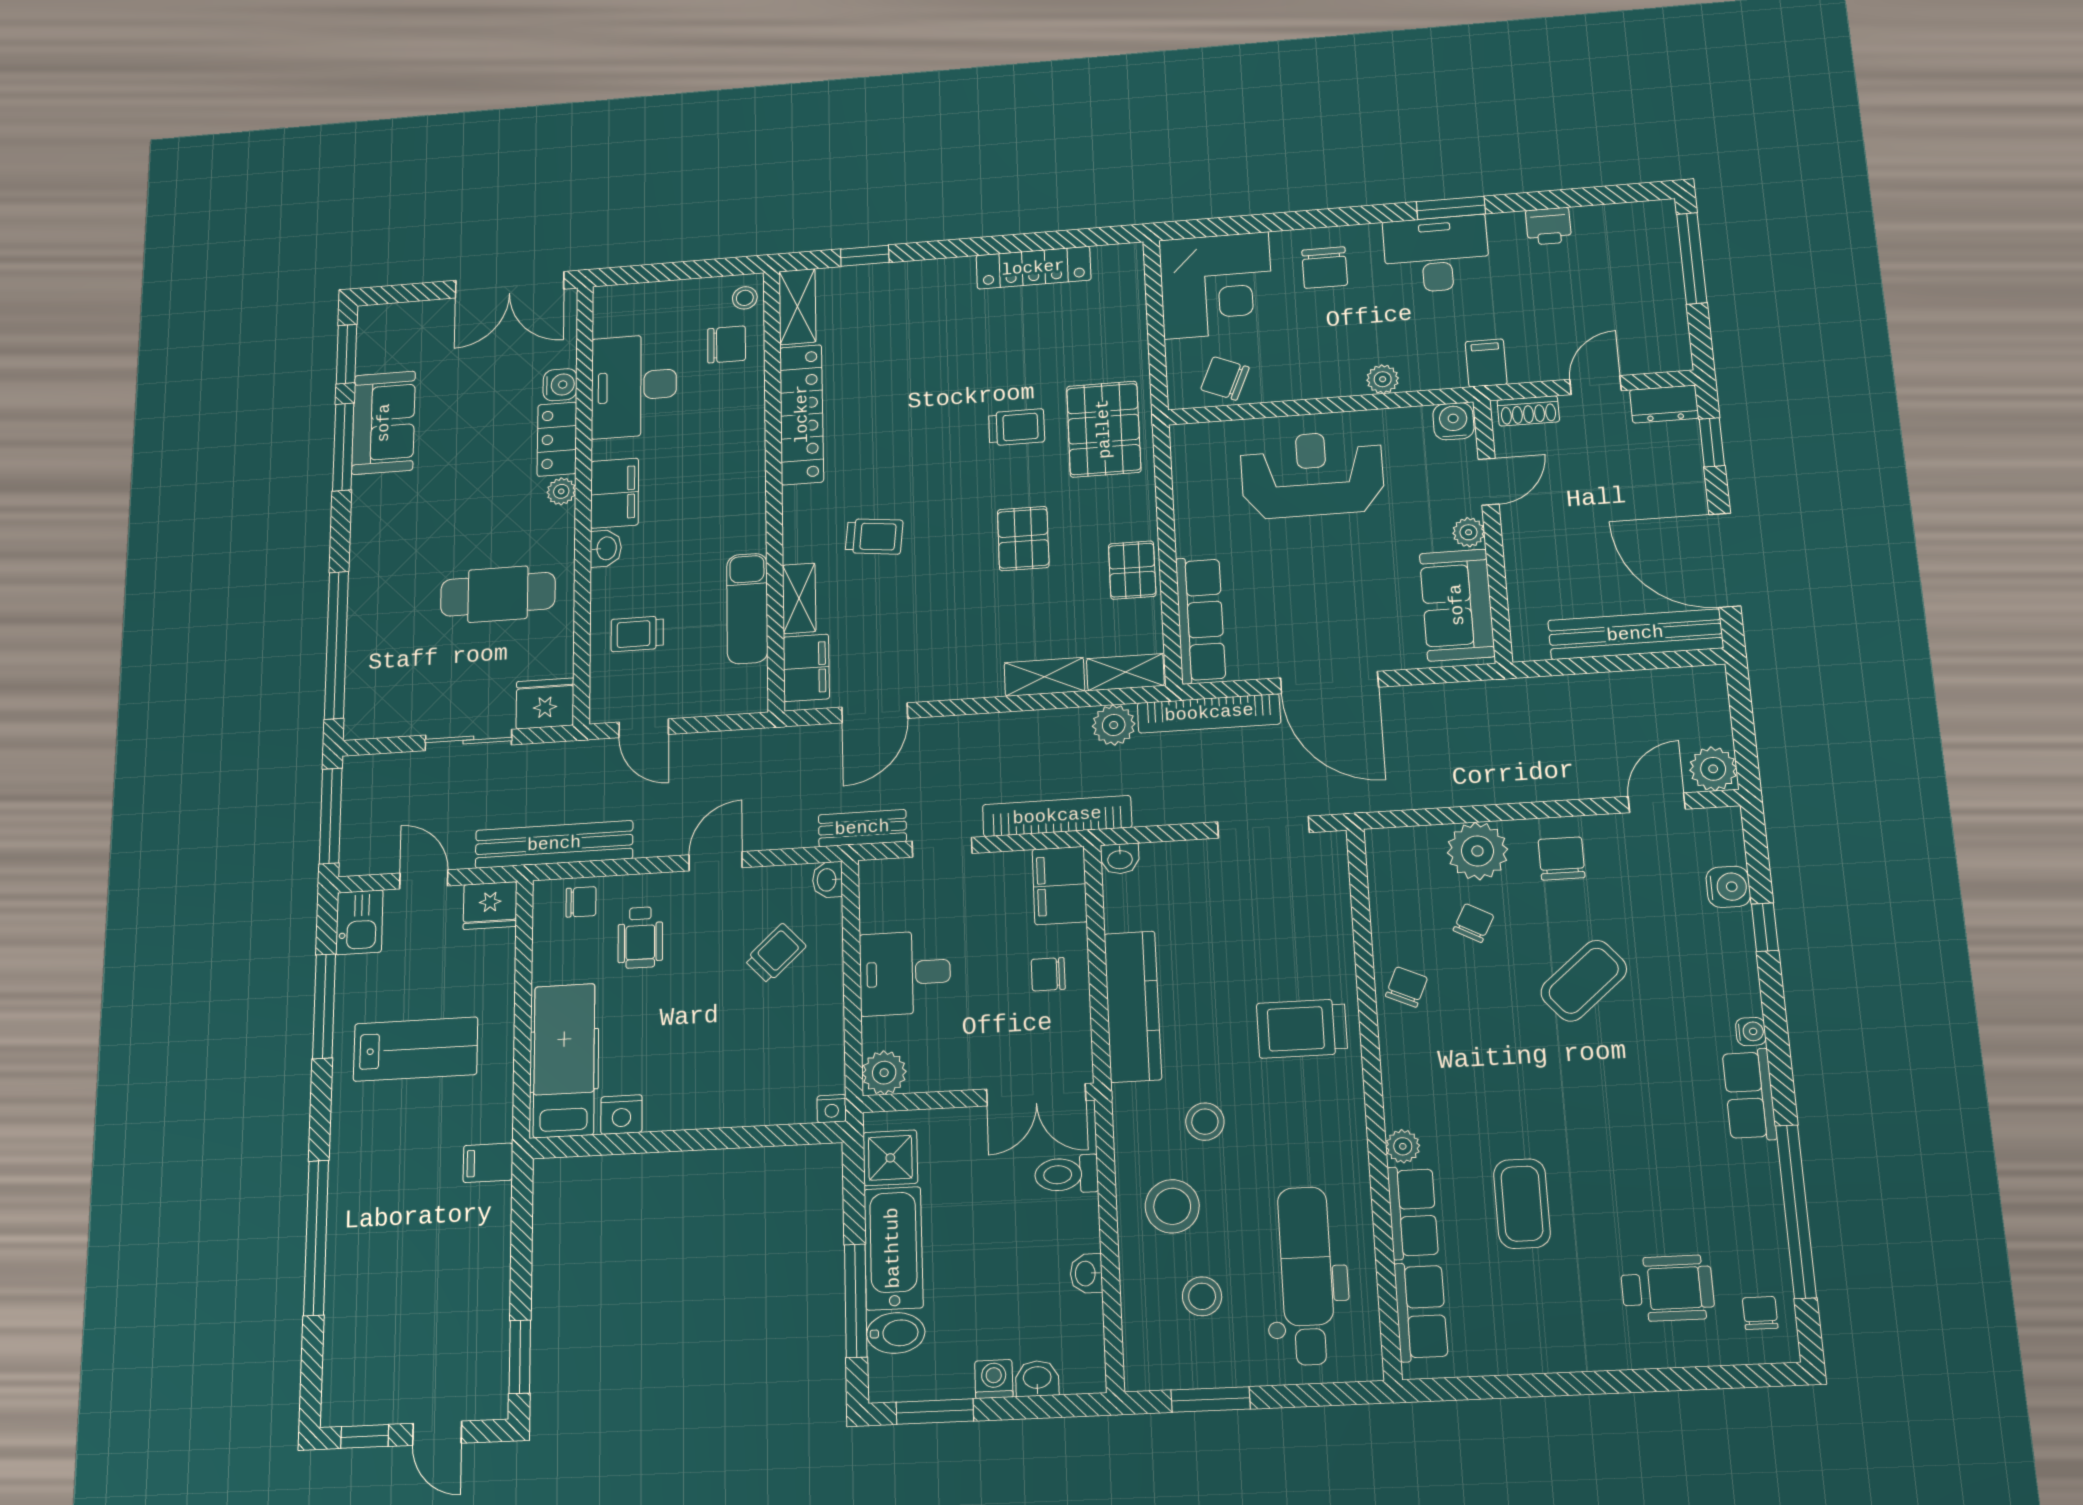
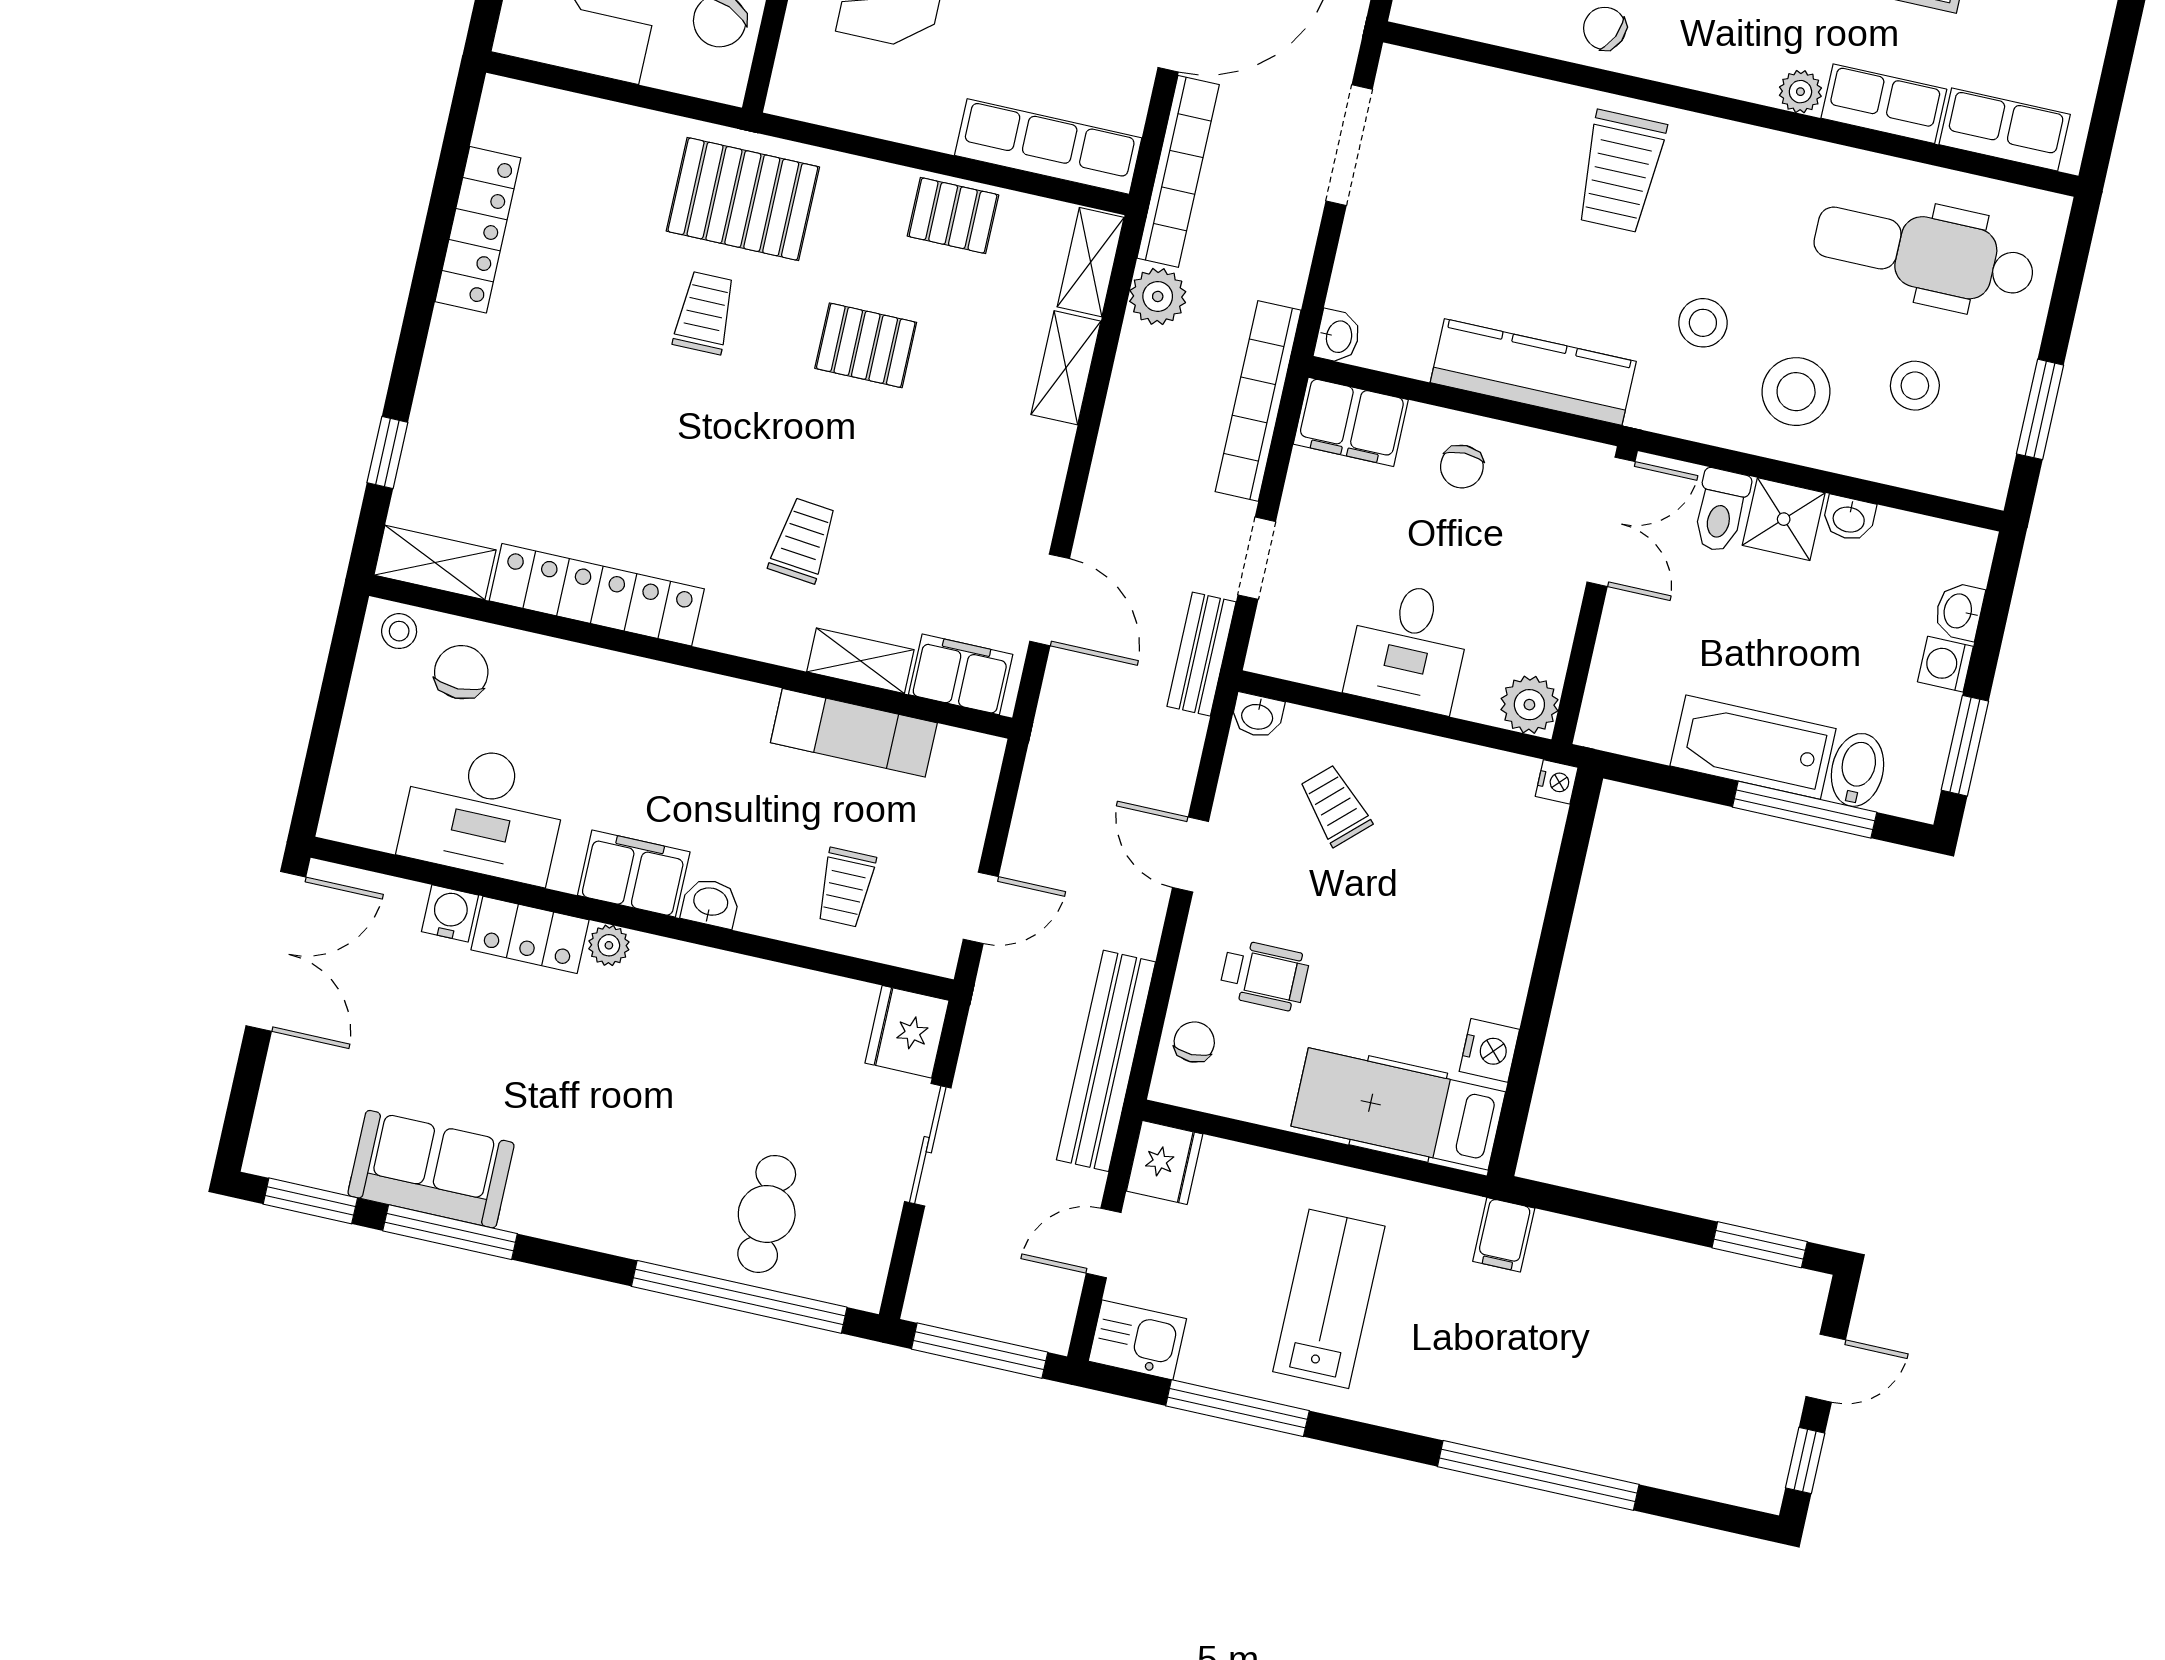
cafe table: (498, 594) -> (767, 1214), moved, width x0.73, depth x0.74
shower: (890, 1158) -> (1784, 519), moved

